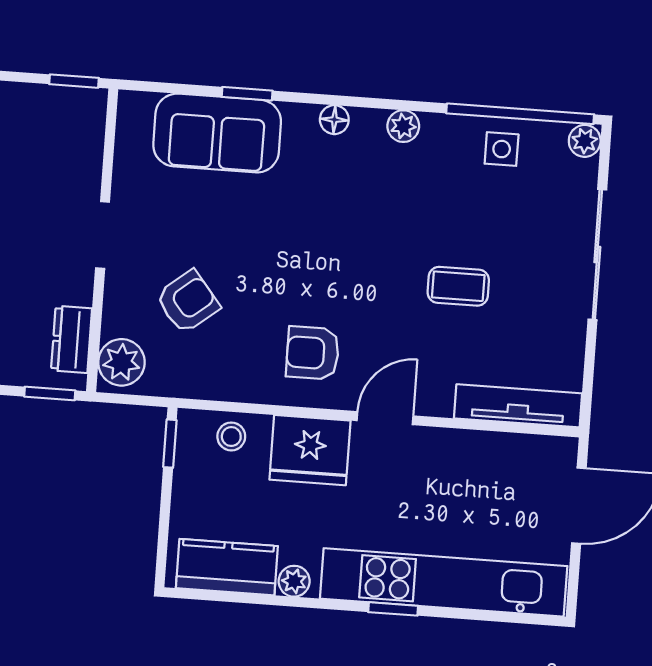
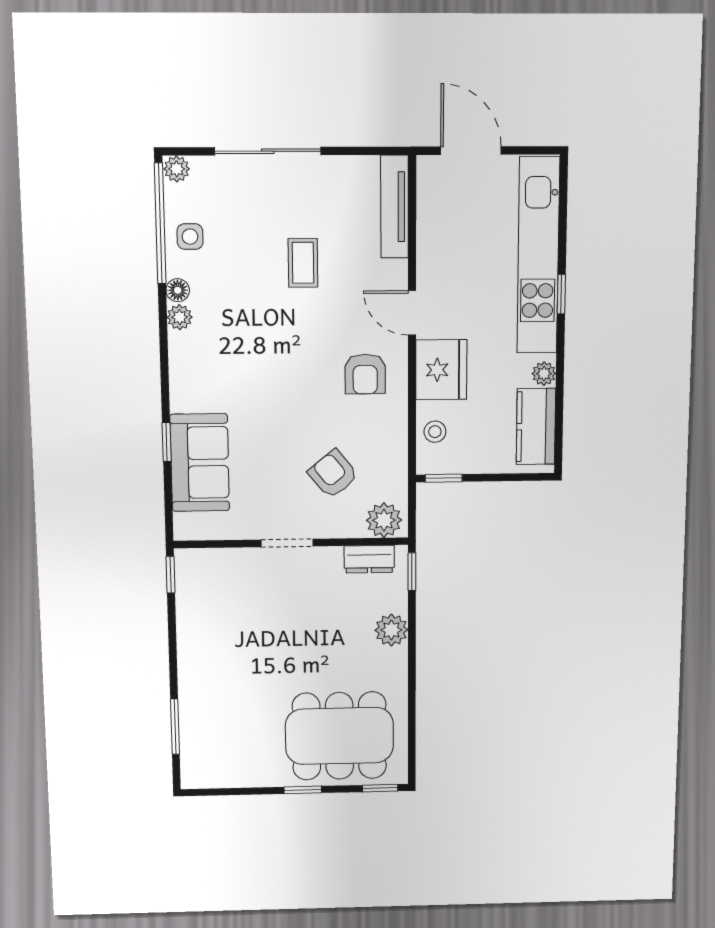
floor lamp: (334, 120) -> (178, 290), moved

